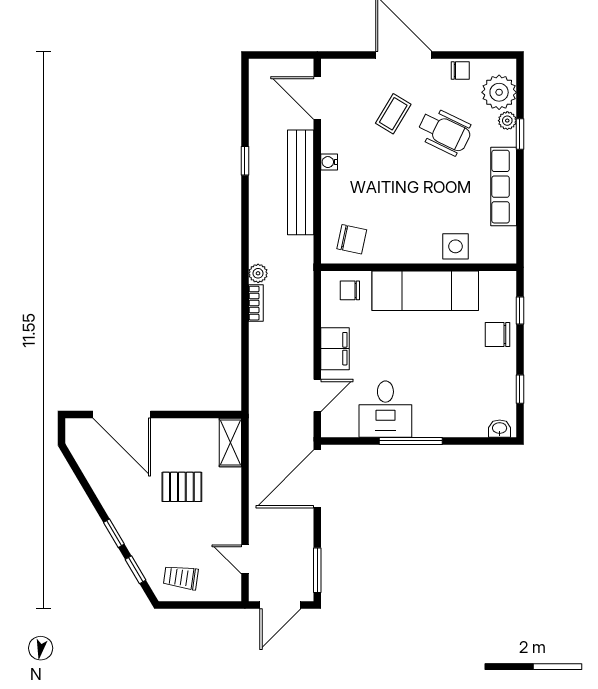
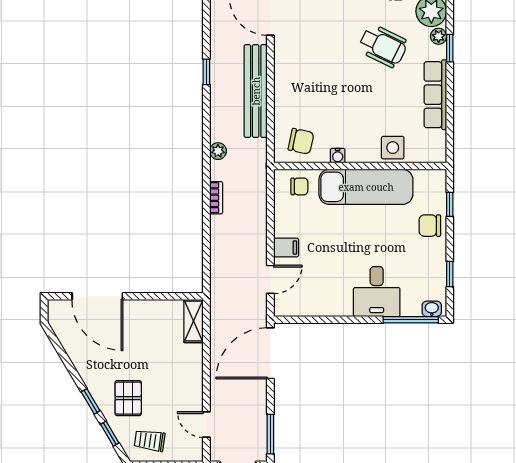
coffee table: (393, 114) -> (338, 30), removed
water cooler: (329, 162) -> (338, 156), moved, turned -90
plant: (258, 273) -> (218, 151), moved
chair: (350, 290) -> (299, 186), turned 180
filing cabinet: (335, 349) -> (286, 247), width x0.50
desk: (385, 409) -> (377, 292), moved
window: (411, 441) -> (411, 320), moved
pallet: (182, 487) -> (128, 398), moved, turned 90

